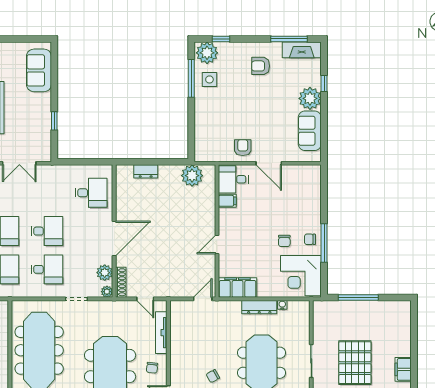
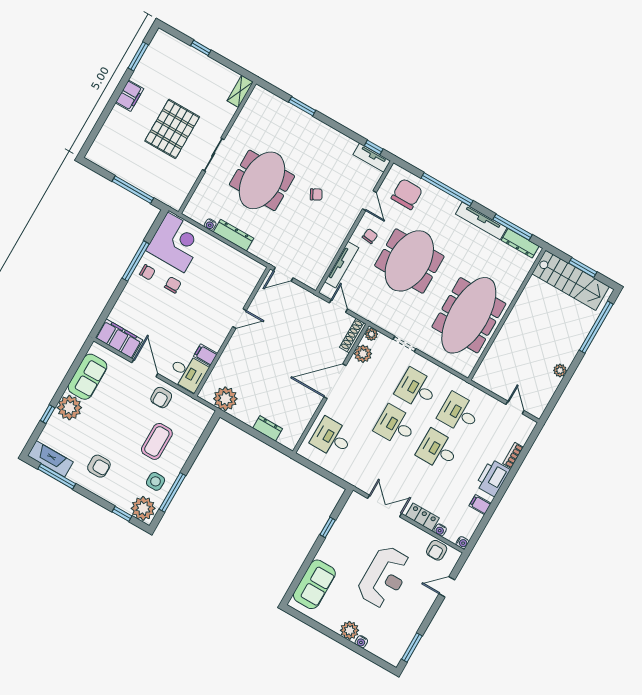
coffee table: (226, 111) -> (157, 441), added
filing cabinet: (238, 288) -> (119, 339), moved, turned 180

